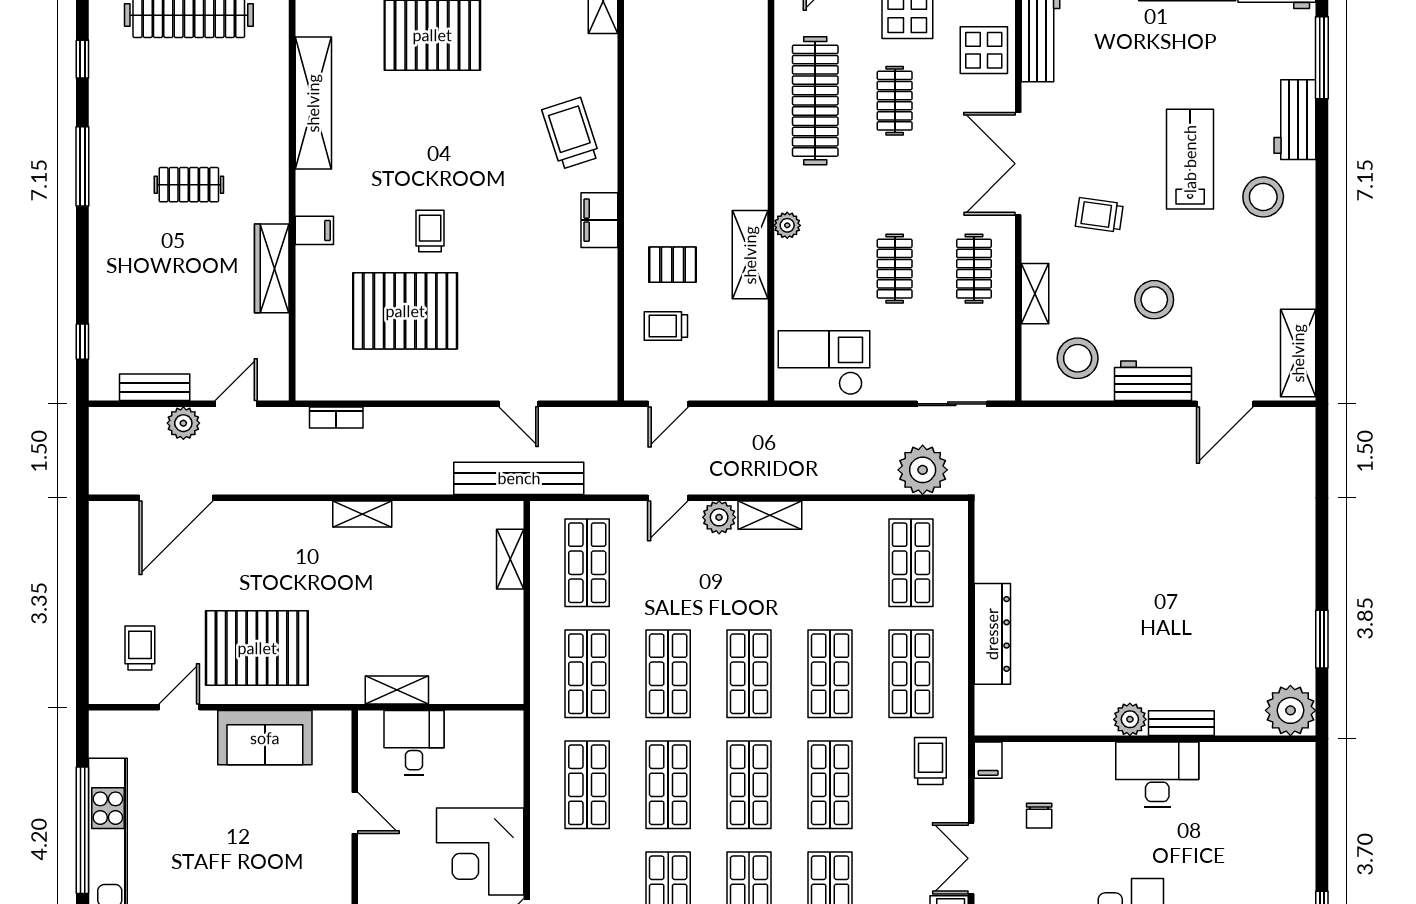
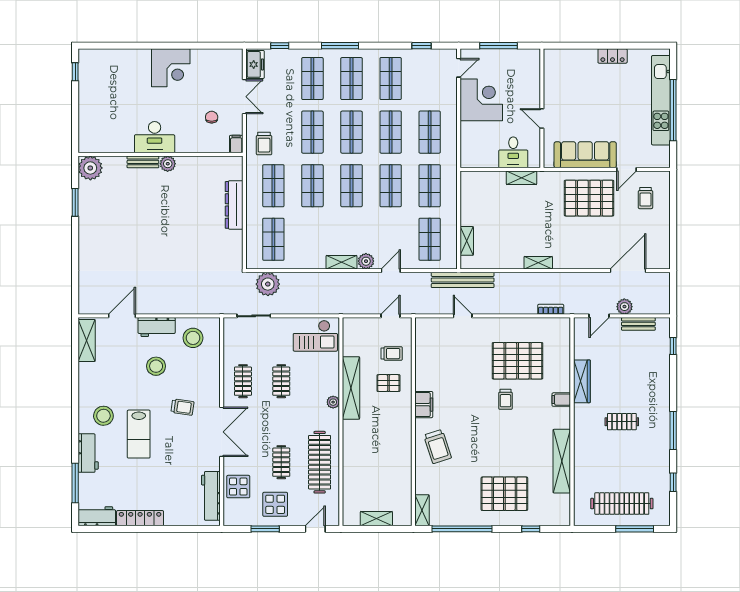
shelving: (750, 255) -> (351, 388), width x1.47
shelving: (1035, 294) -> (214, 369), removed
sofa: (265, 738) -> (585, 155), width x1.36

